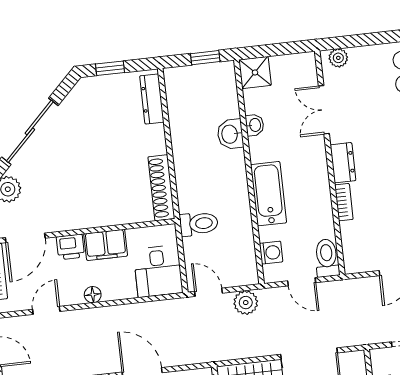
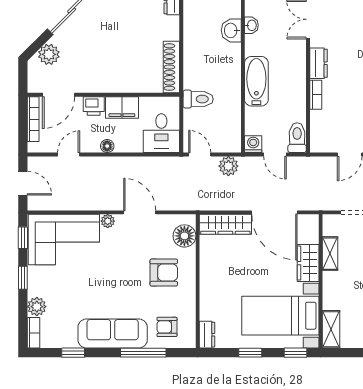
washing machine: (271, 253) -> (253, 144), moved, turned -90

